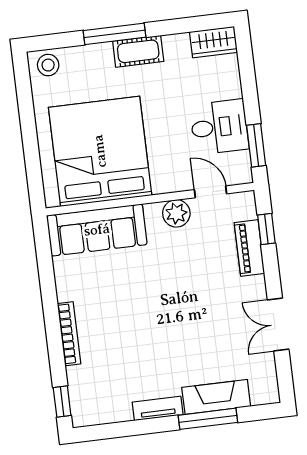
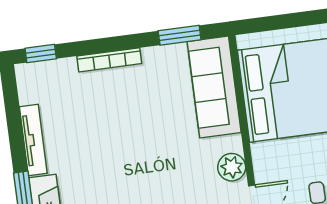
window: (45, 264) -> (180, 35), added
tv unit: (158, 408) -> (33, 140), width x1.41

